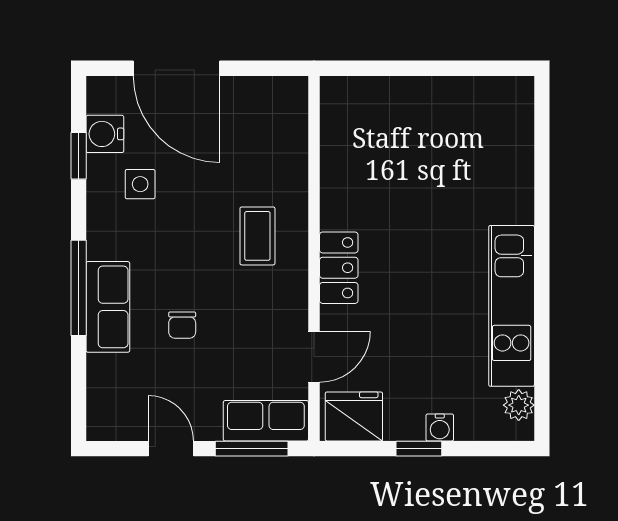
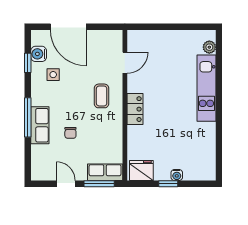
kitchen unit: (512, 306) -> (206, 88), moved
door: (314, 357) -> (125, 63), moved
plant: (519, 405) -> (209, 47), moved

